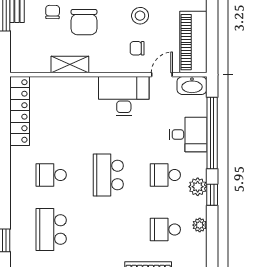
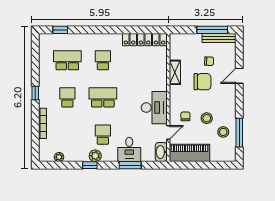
chair: (84, 22) -> (202, 82), turned 180
door: (162, 75) -> (168, 132), hinge flipped
window: (212, 133) -> (130, 165), width x0.47
plant: (200, 225) -> (59, 157), moved
school desk: (165, 229) -> (67, 97), moved

